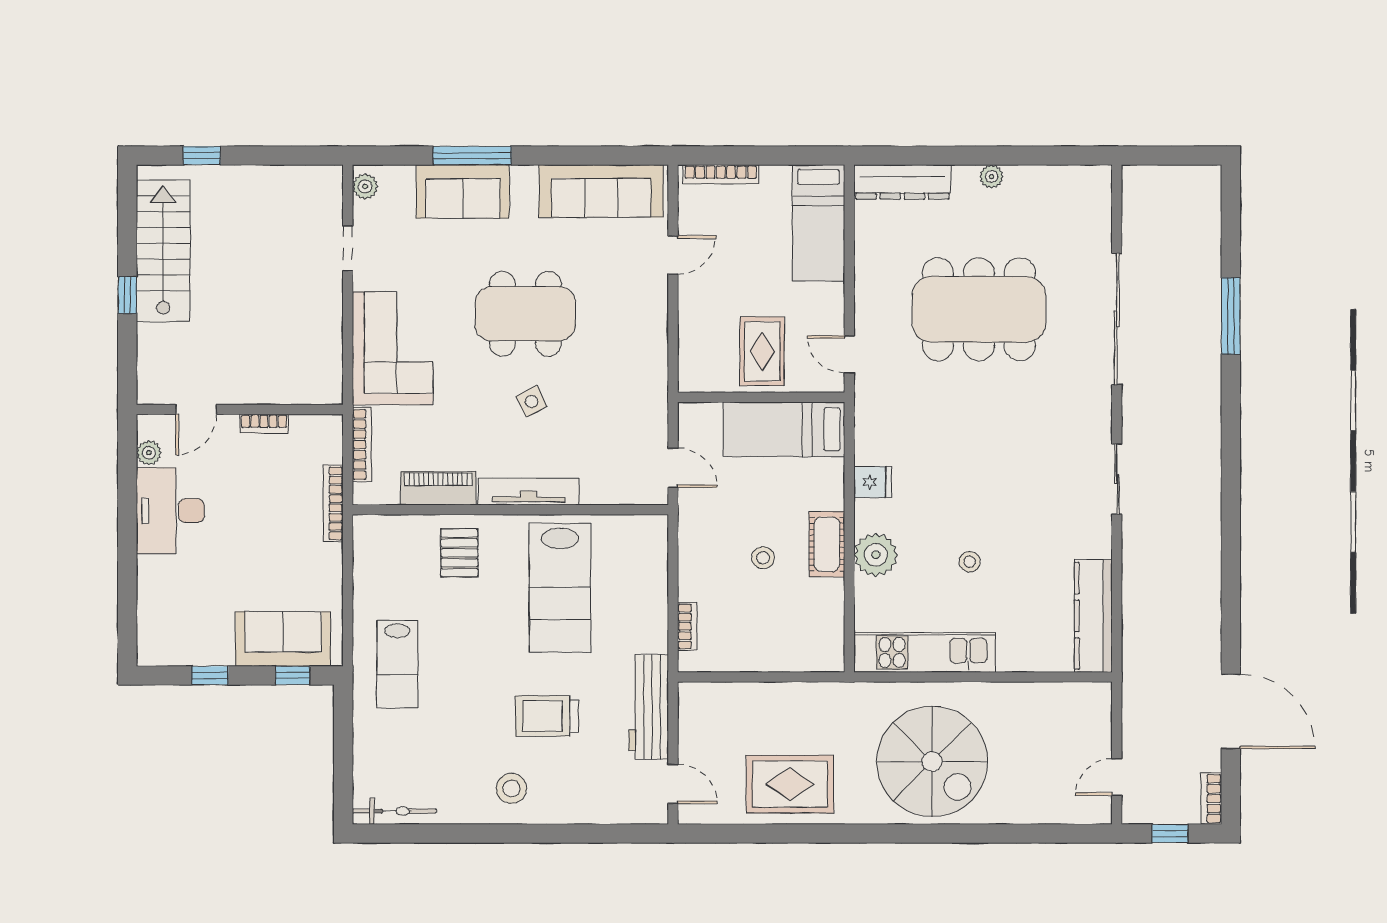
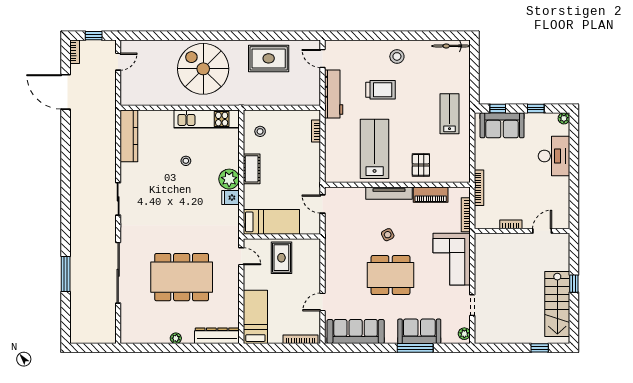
plant: (149, 453) -> (564, 118), moved
desk: (170, 511) -> (554, 156), moved
plant: (876, 555) -> (229, 179), moved
stool: (763, 558) -> (260, 131), moved

